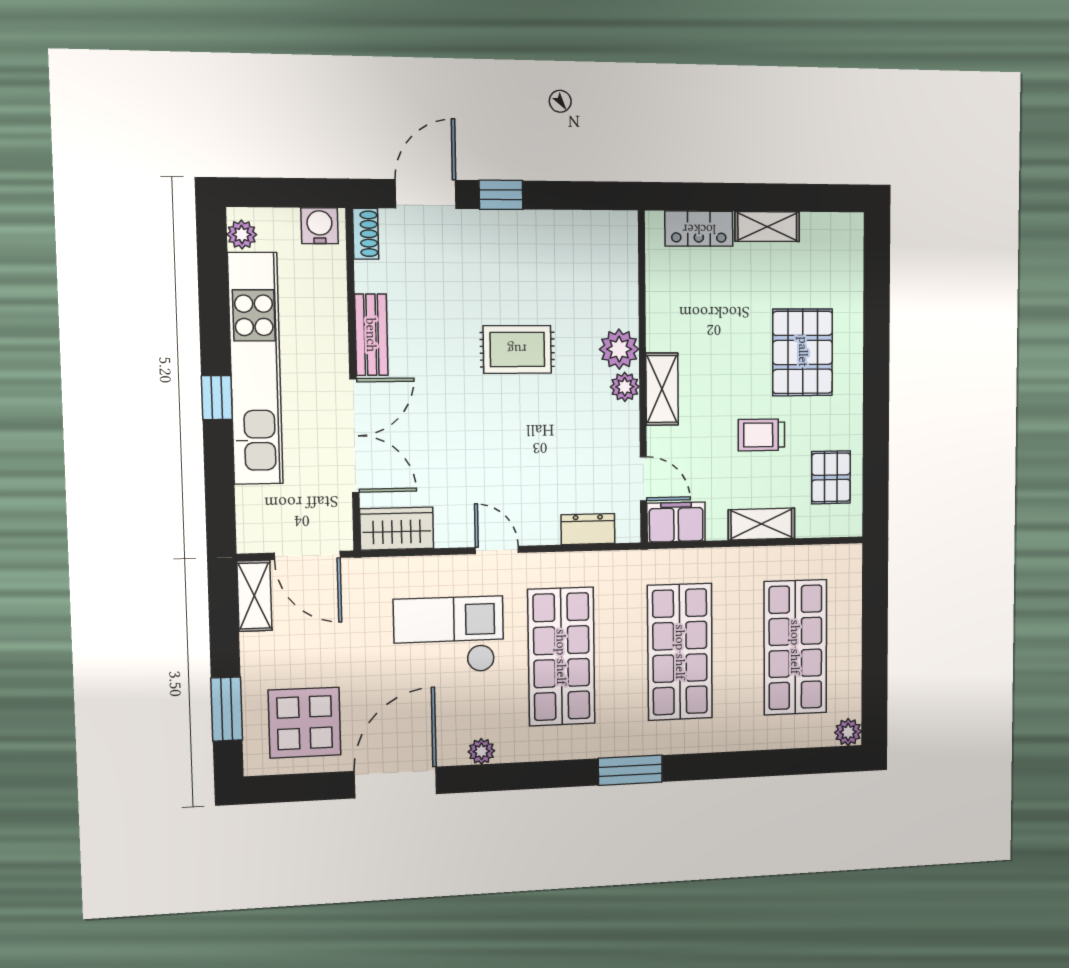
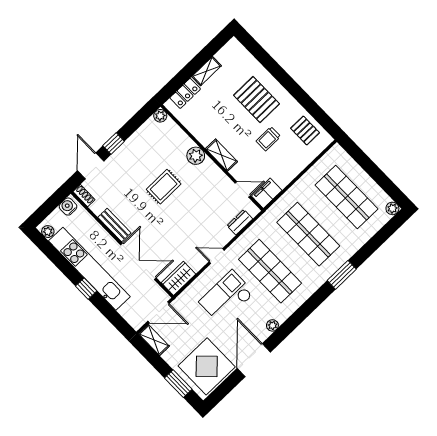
plant: (625, 387) -> (160, 116), moved
shelving: (761, 524) -> (296, 167), removed
display table: (305, 723) -> (207, 366), width x1.36, depth x1.36
window: (630, 770) -> (342, 275), moved

